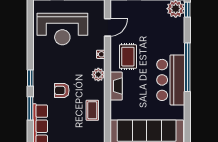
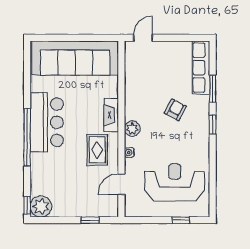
armchair: (62, 90) -> (175, 110), turned -62
coffee table: (92, 110) -> (139, 86), removed

